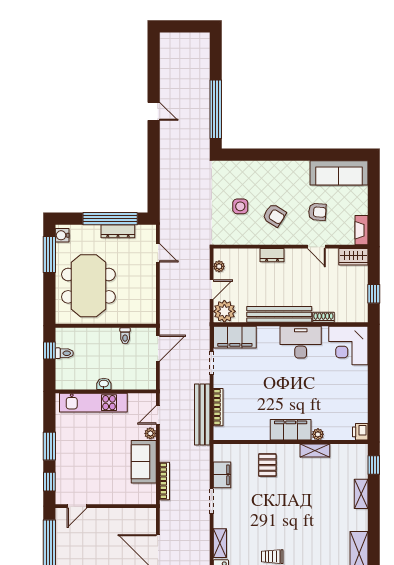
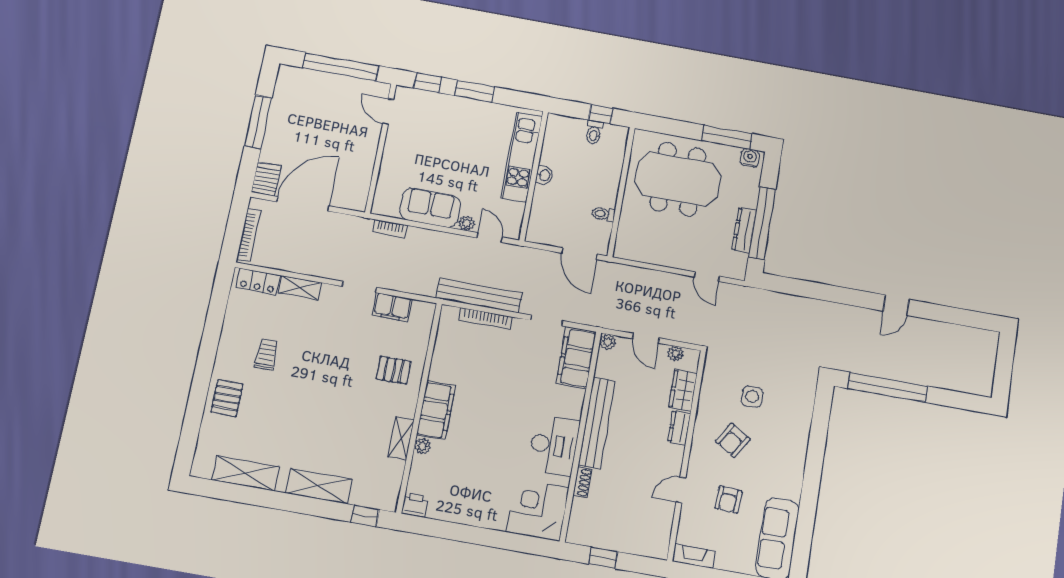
door: (158, 253) -> (707, 277), hinge flipped
wardrobe: (353, 257) -> (683, 390), moved
plant: (224, 311) -> (608, 342), width x0.53, depth x0.53
bookcase: (165, 481) -> (390, 228), width x0.64
shelving: (361, 494) -> (319, 486), width x1.50, depth x1.33

